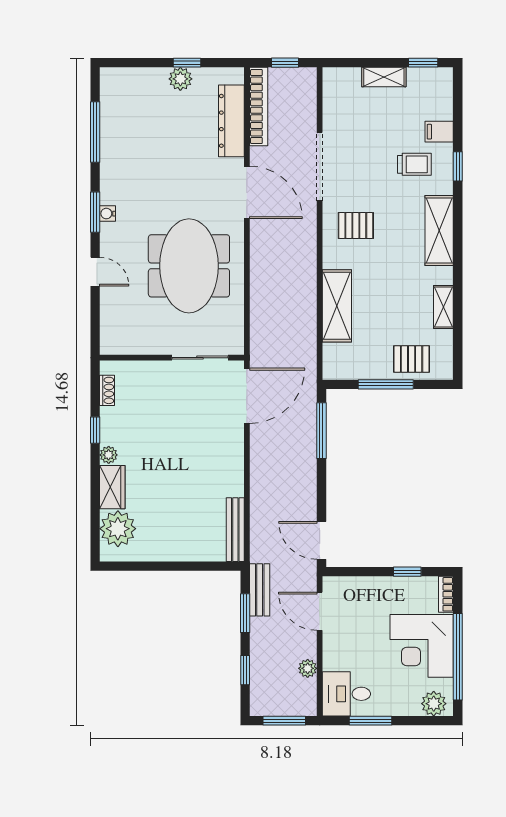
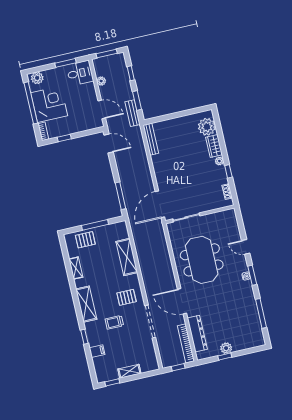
trolley: (414, 164) -> (114, 322), moved

